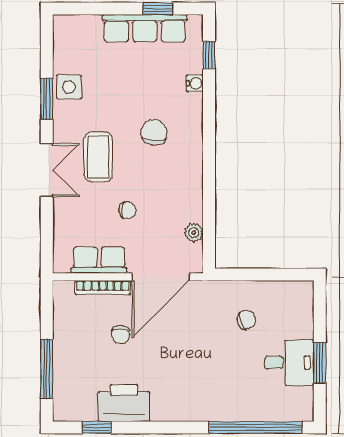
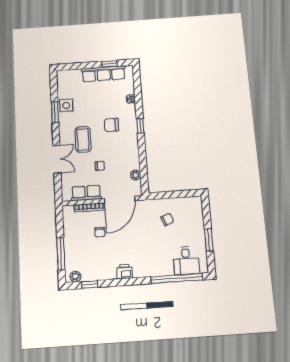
window: (209, 55) -> (140, 126), moved
chair: (154, 132) -> (111, 125), turned -90
double door: (47, 170) -> (57, 159), moved
desk: (289, 363) -> (186, 261), moved, turned 90
printer: (124, 403) -> (125, 272), moved, width x0.53, depth x0.68
plant: (71, 412) -> (75, 277), added

